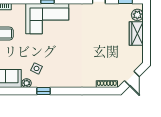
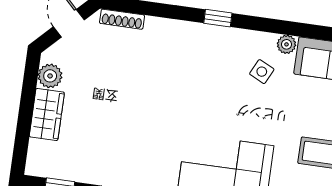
plant: (137, 15) -> (50, 76), moved
window: (43, 91) -> (218, 18), moved

